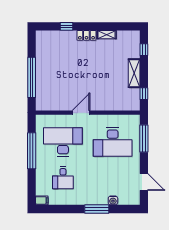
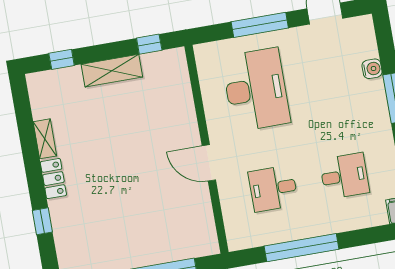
window: (144, 139) -> (260, 25), moved
desk: (63, 142) -> (273, 188), width x0.53, depth x0.77

